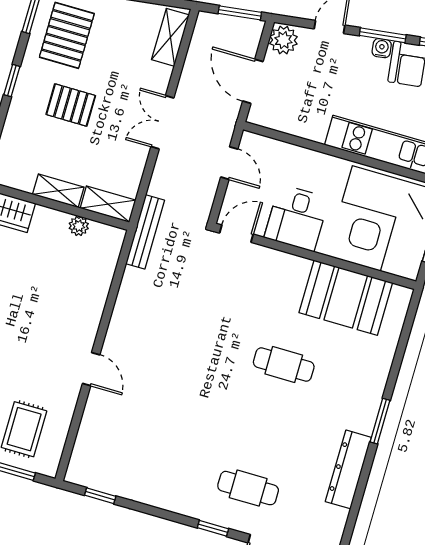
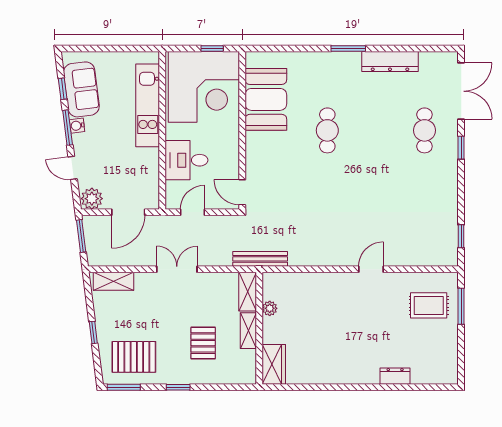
pallet: (71, 105) -> (203, 343), moved
double door: (162, 122) -> (177, 269), swing flipped
desk: (297, 218) -> (186, 160), moved, turned 180

